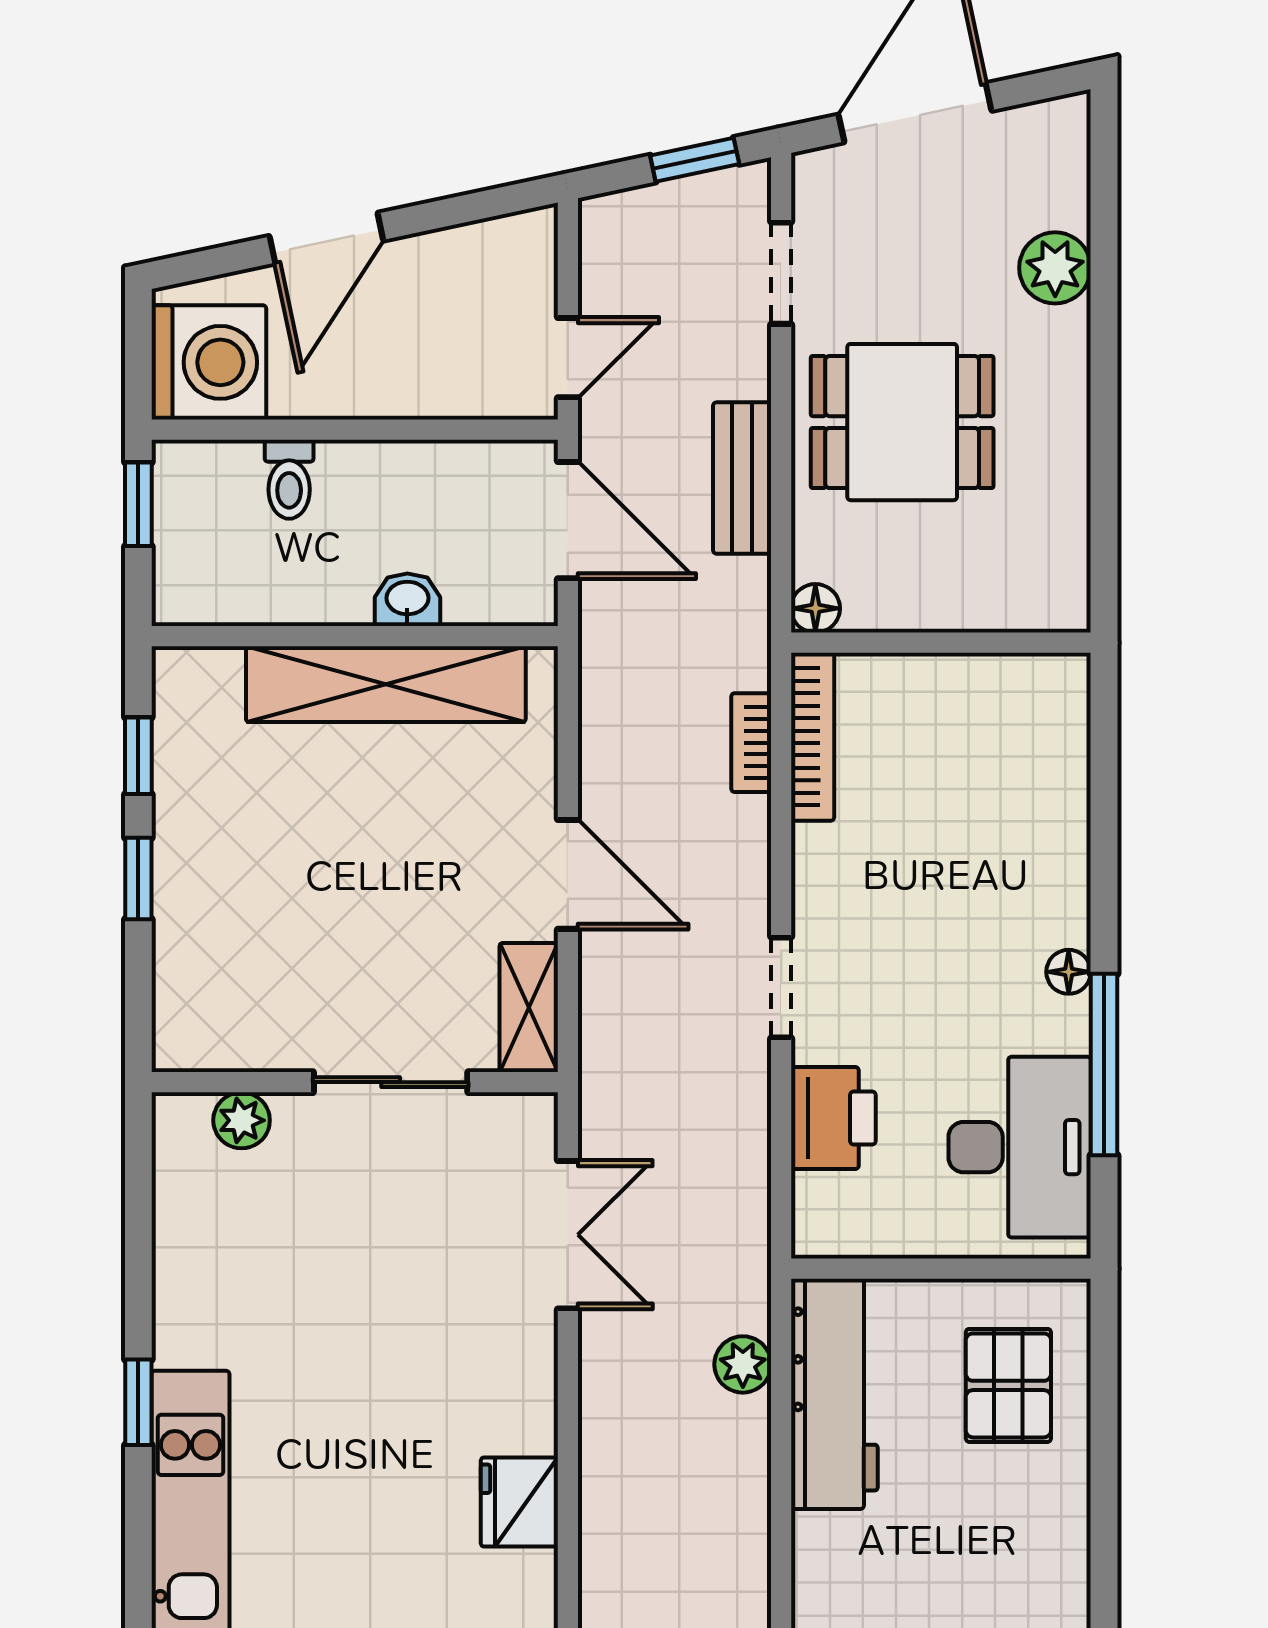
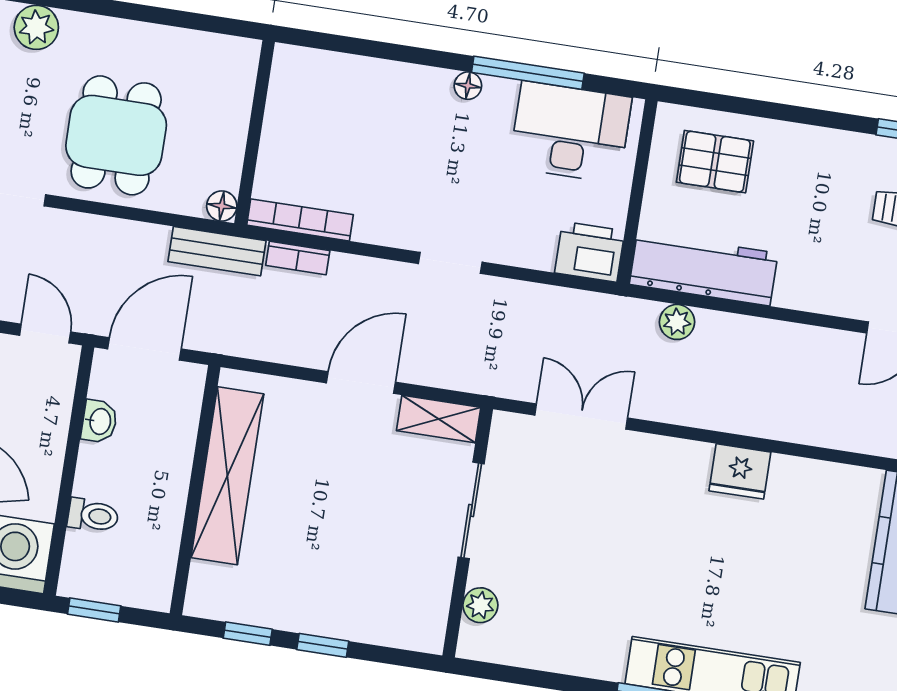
bench: (742, 478) -> (217, 251), moved
washbasin: (407, 600) -> (99, 421), moved, turned 180
printer: (833, 1118) -> (590, 252), moved

